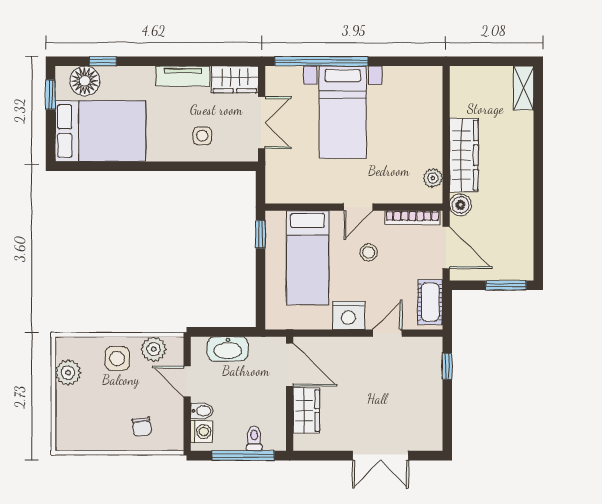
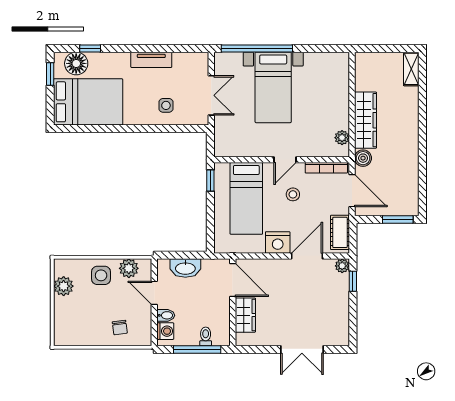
wardrobe: (235, 79) -> (191, 62), removed
door: (387, 333) -> (307, 256), width x1.38
plant: (433, 346) -> (342, 266), added

